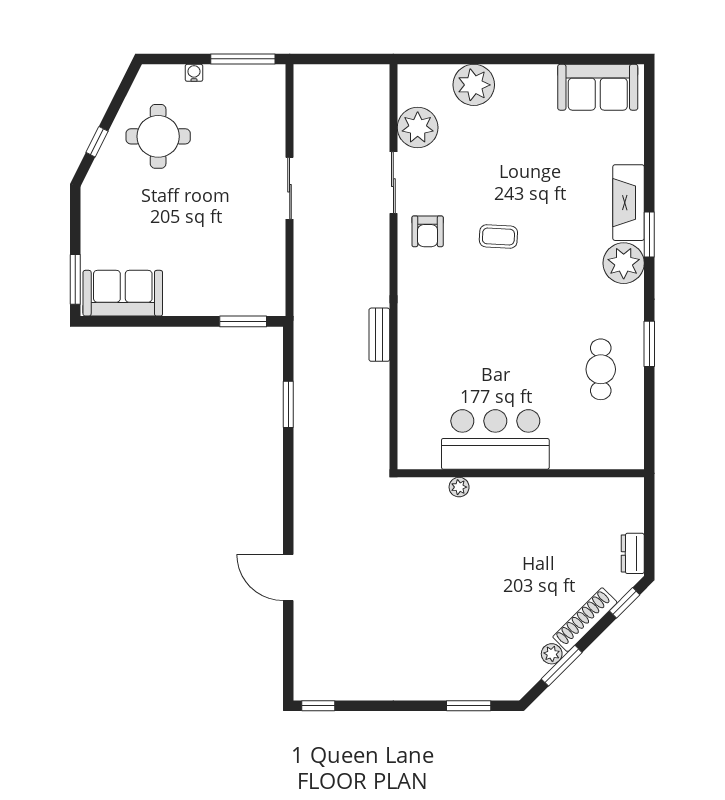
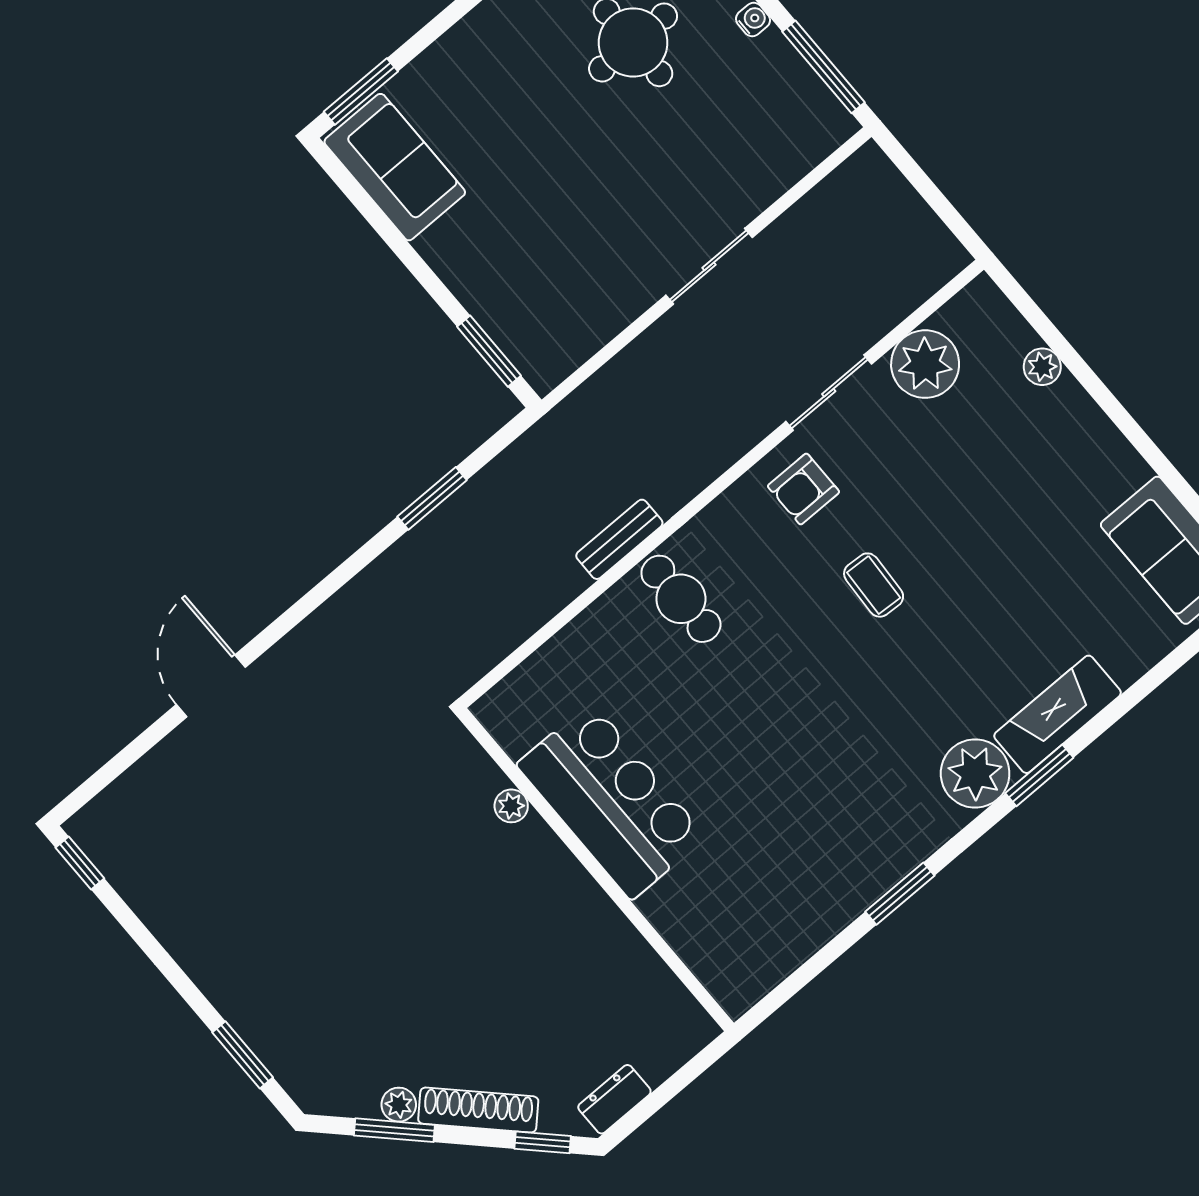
plant: (474, 85) -> (1042, 367), width x0.53, depth x0.53
cafe table: (601, 369) -> (681, 599), moved, turned 90

